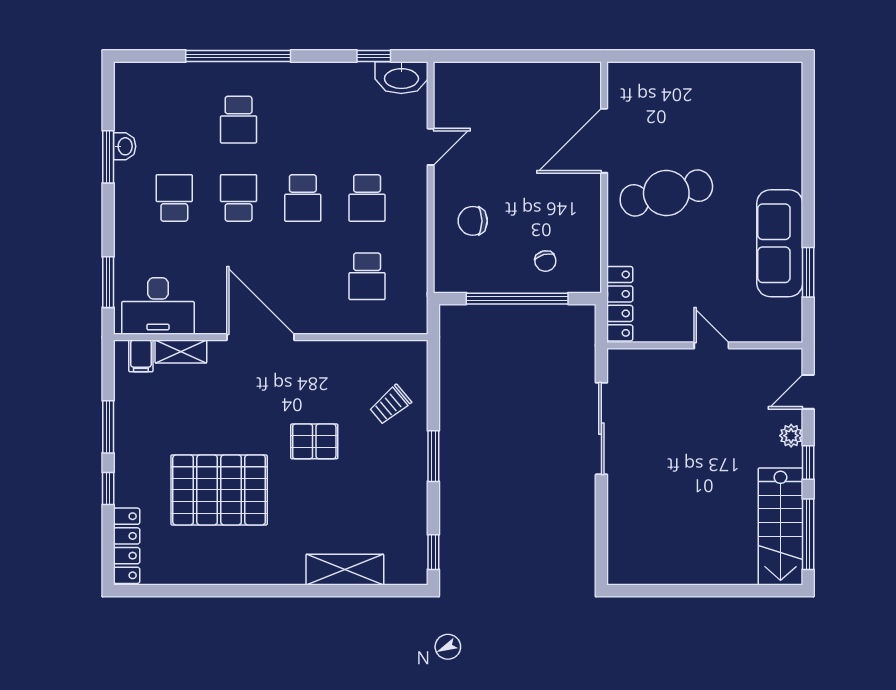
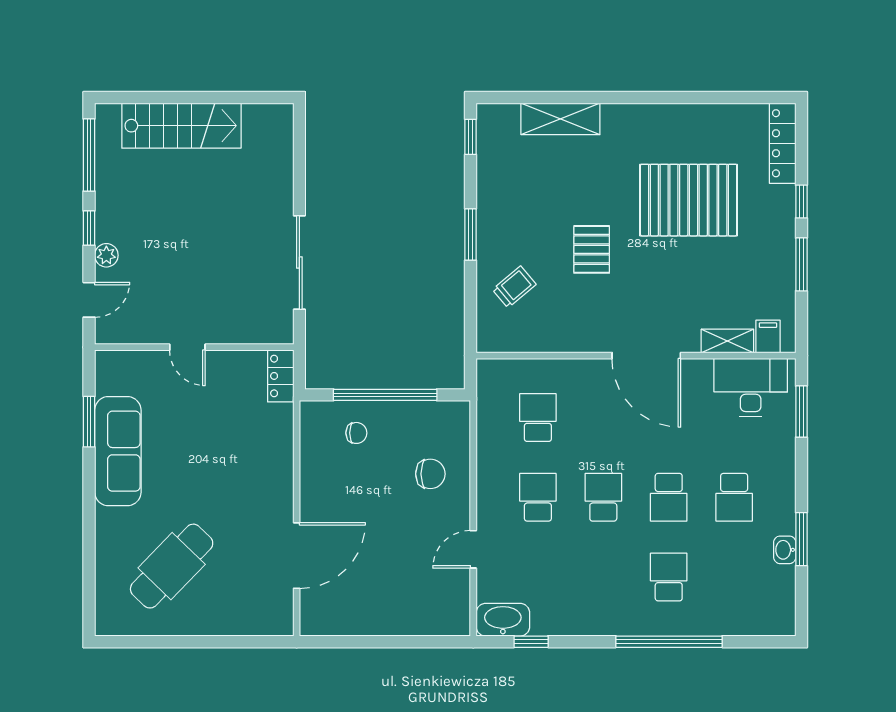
cafe table: (666, 193) -> (172, 566), moved, turned -33
chair: (545, 261) -> (356, 433), turned 105
locker: (620, 304) -> (281, 376), width x0.66
pallet: (314, 441) -> (592, 249), turned 90
stairs: (780, 527) -> (181, 126), moved, turned 90

